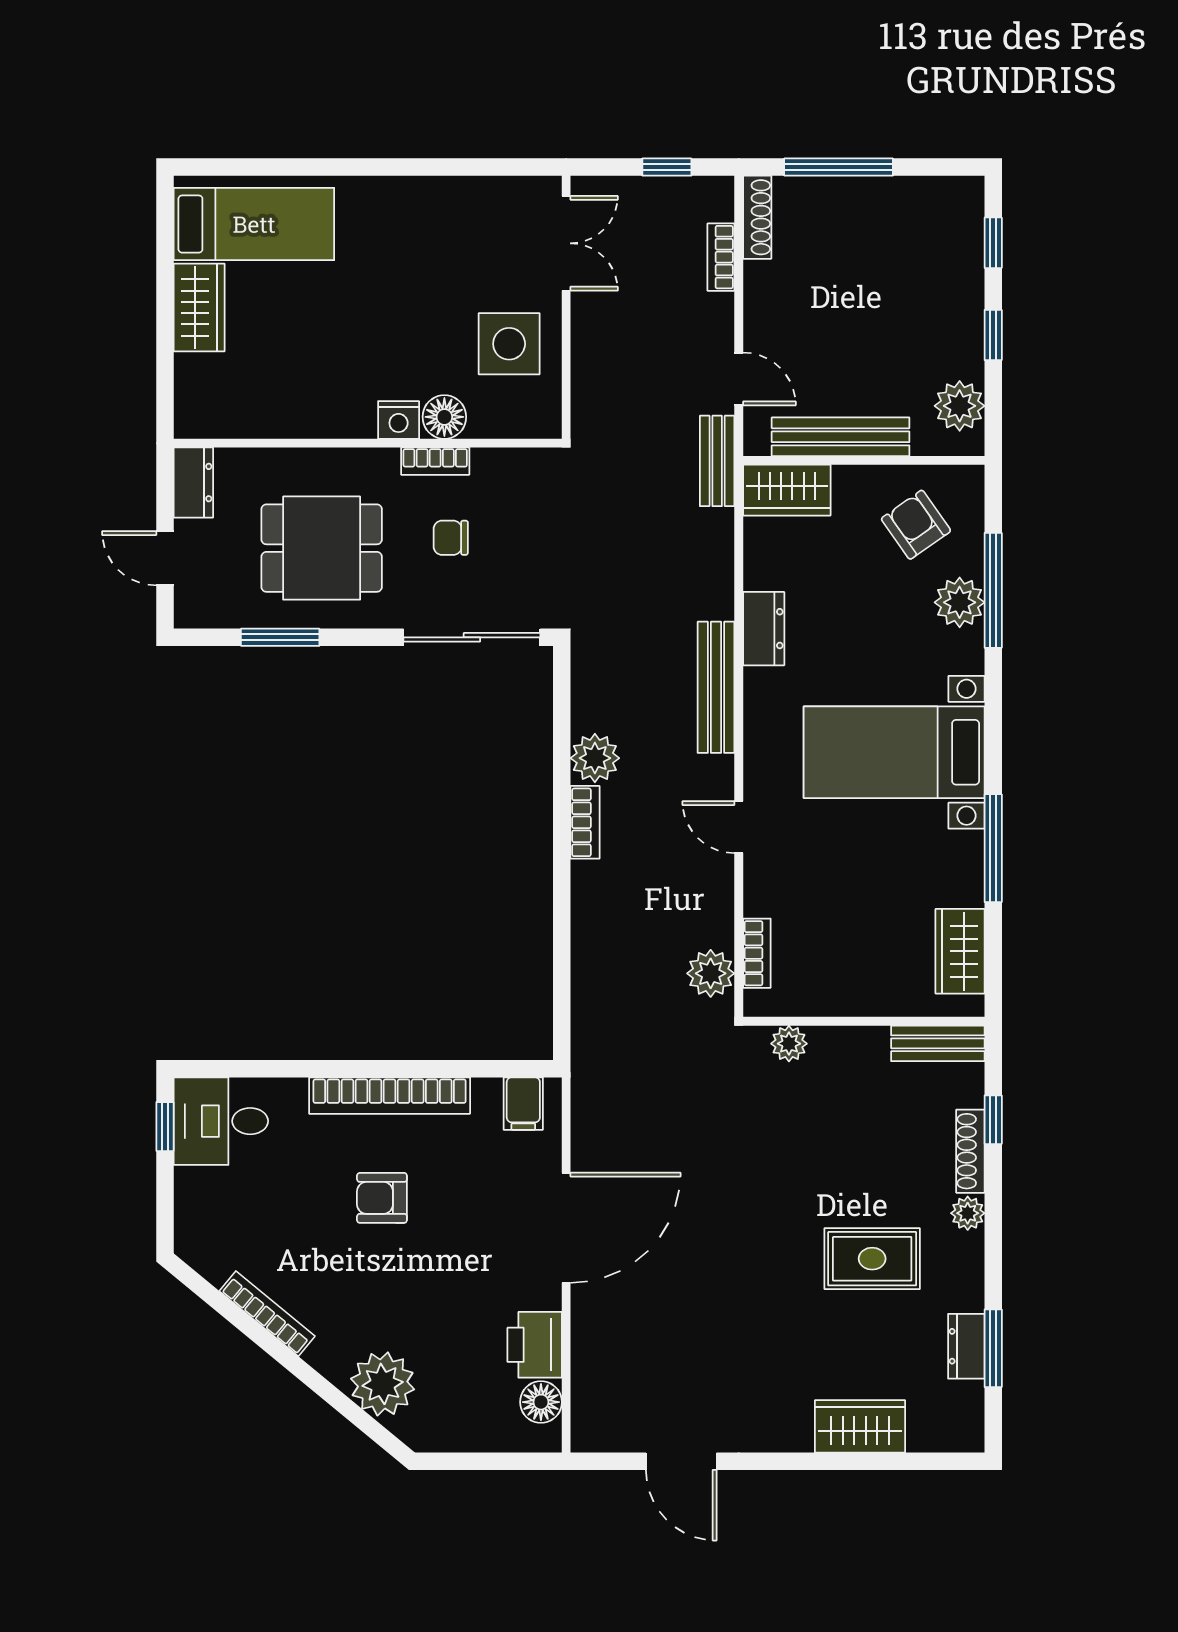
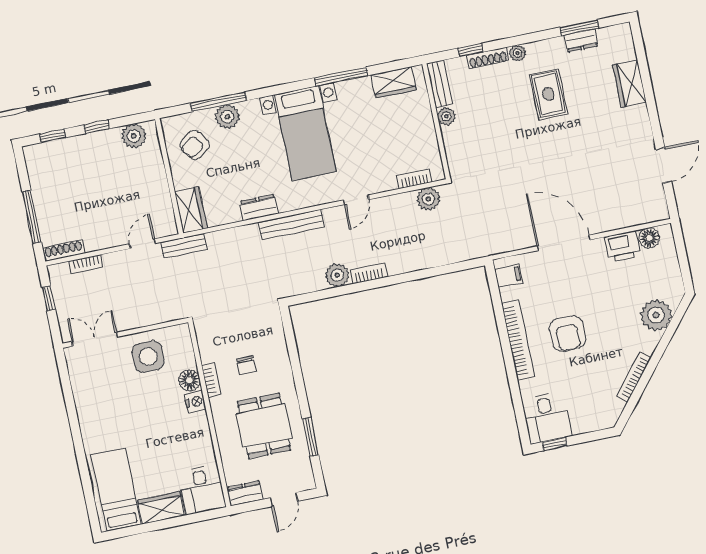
desk: (219, 397) -> (202, 490), added
bench: (841, 437) -> (160, 190), removed
sliding door: (472, 637) -> (292, 346), removed
plant: (789, 1044) -> (446, 116), moved
armchair: (382, 1198) -> (567, 334), width x1.38, depth x1.38

